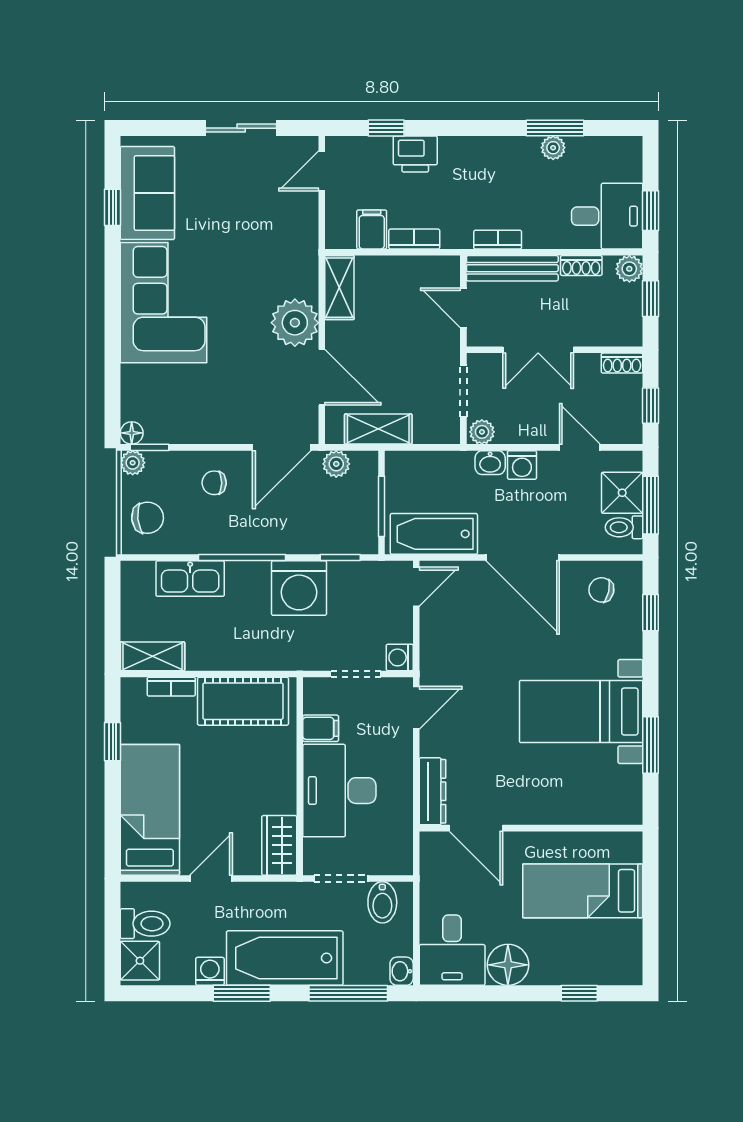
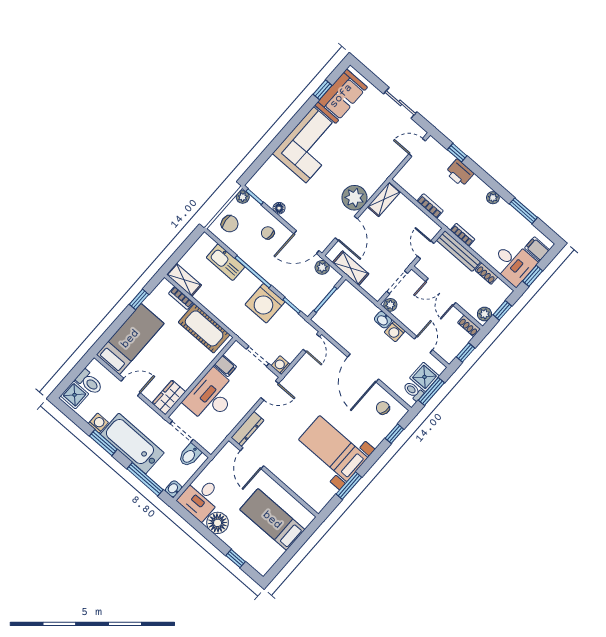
plant: (553, 148) -> (493, 198), moved
filing cabinet: (372, 229) -> (537, 249), moved, turned -90
plant: (629, 269) -> (484, 314), moved
floor lamp: (132, 433) -> (279, 208), moved
bathtub: (434, 534) -> (336, 328), removed
door: (416, 587) -> (311, 343), hinge flipped

